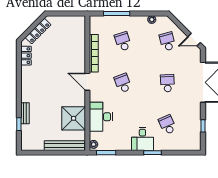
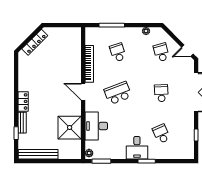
locker: (26, 56) -> (23, 101), moved
school desk: (123, 83) -> (118, 93), width x1.85
bench: (64, 146) -> (38, 154), moved

